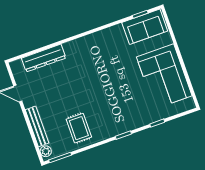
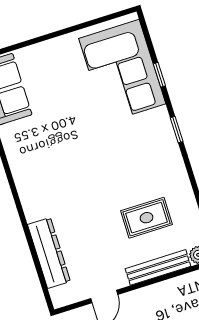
corner sofa: (164, 76) -> (122, 71), moved, turned 90
rug: (79, 128) -> (146, 218), moved

